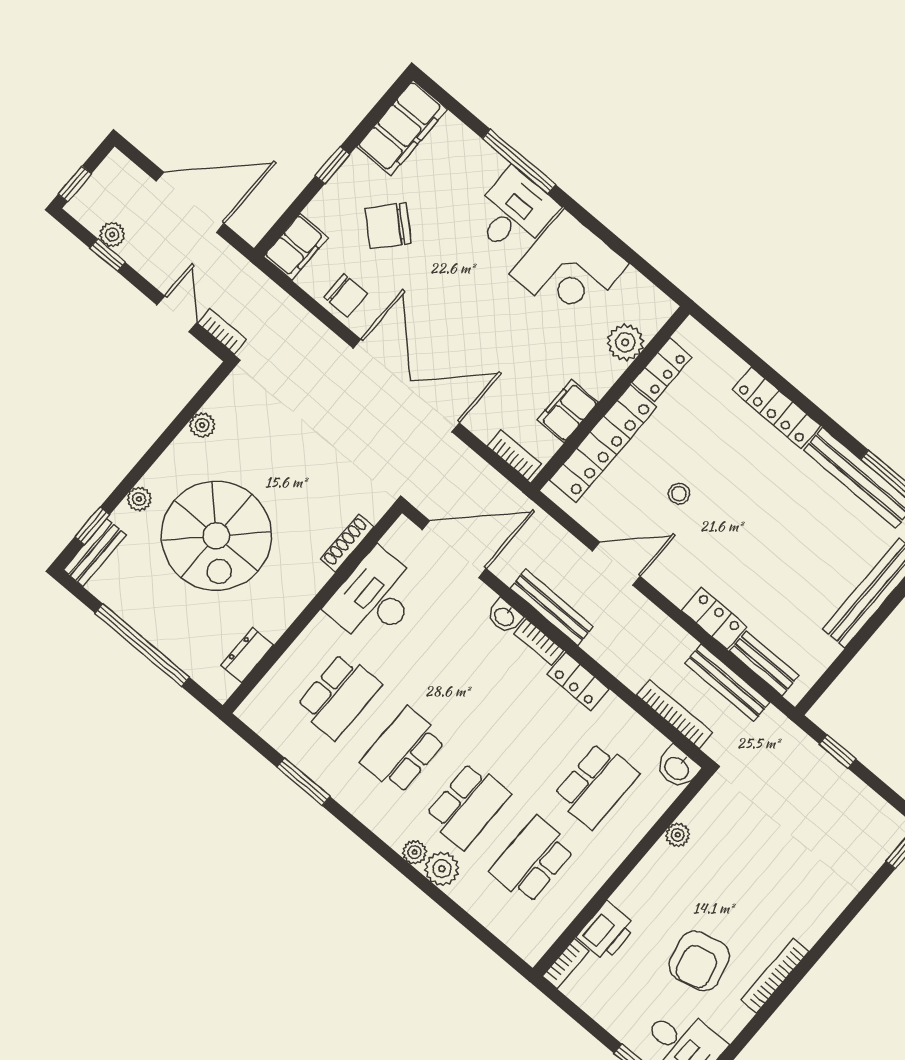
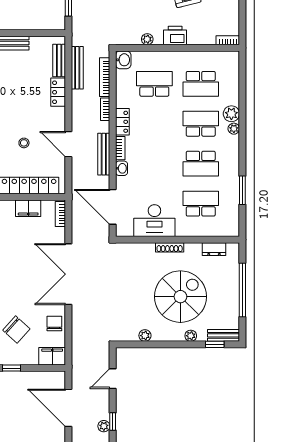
bookcase: (222, 331) -> (105, 109), moved
shoe rack: (347, 543) -> (170, 247), moved
printer: (606, 931) -> (175, 35), moved

